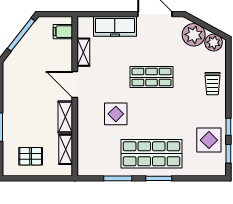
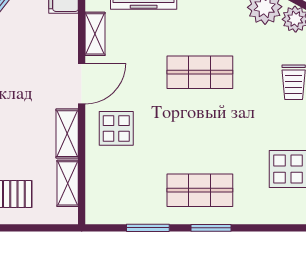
door: (75, 85) -> (82, 84), swing flipped
display table: (116, 114) -> (116, 128), moved
shop shelf: (152, 154) -> (200, 190), width x0.70, depth x0.74

